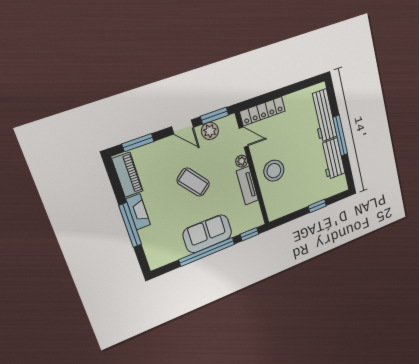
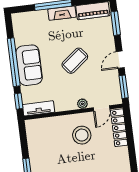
plant: (210, 131) -> (113, 81), removed
stool: (274, 171) -> (82, 135), moved
tv unit: (247, 186) -> (39, 108), moved

